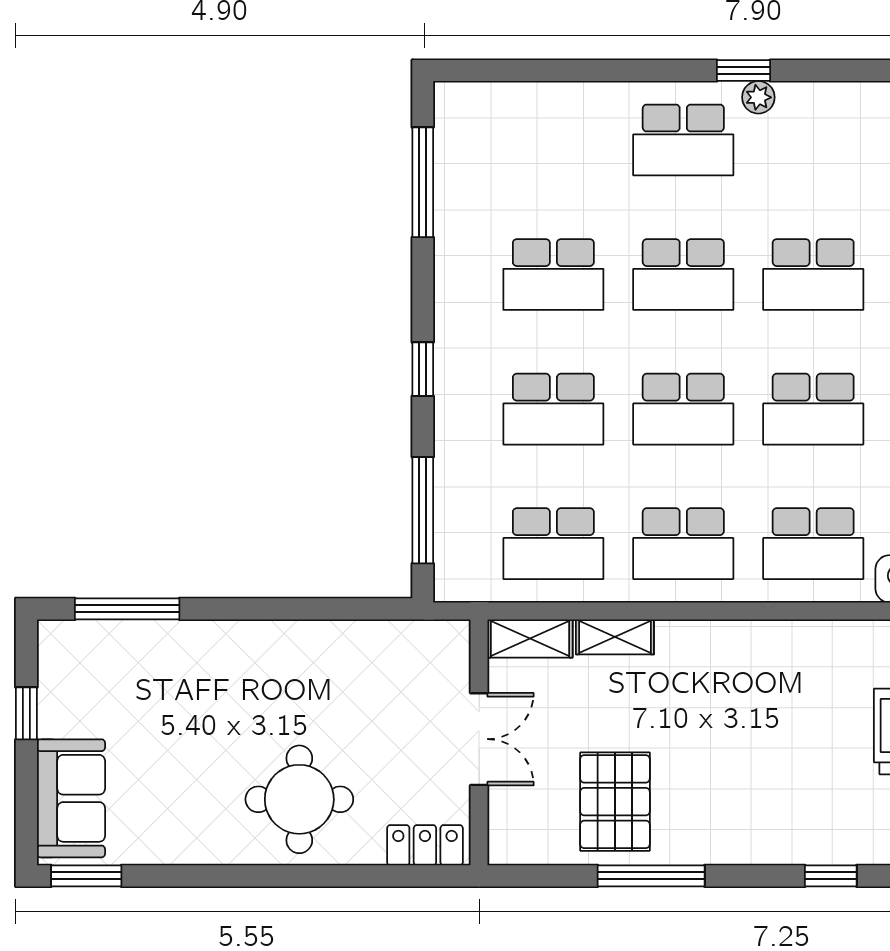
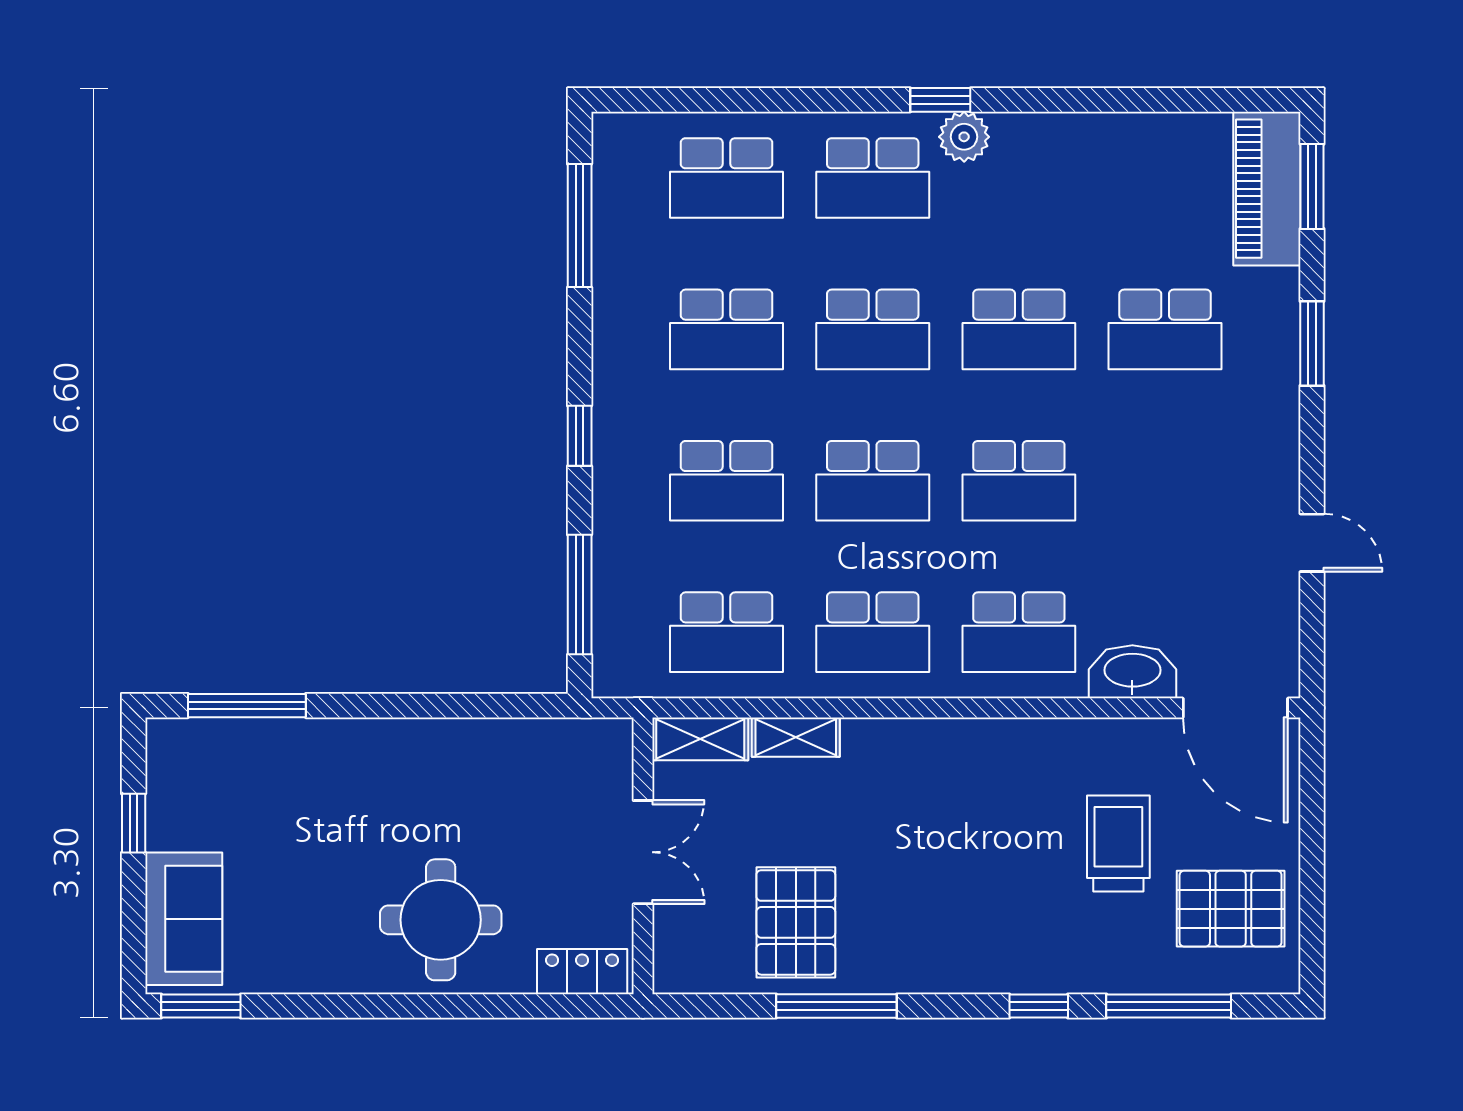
plant: (758, 97) -> (964, 137), width x1.38, depth x1.38
school desk: (553, 140) -> (726, 178), added

